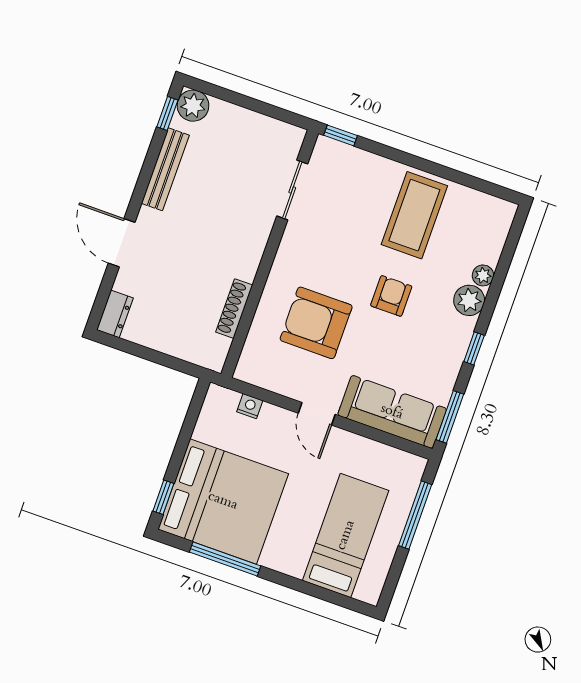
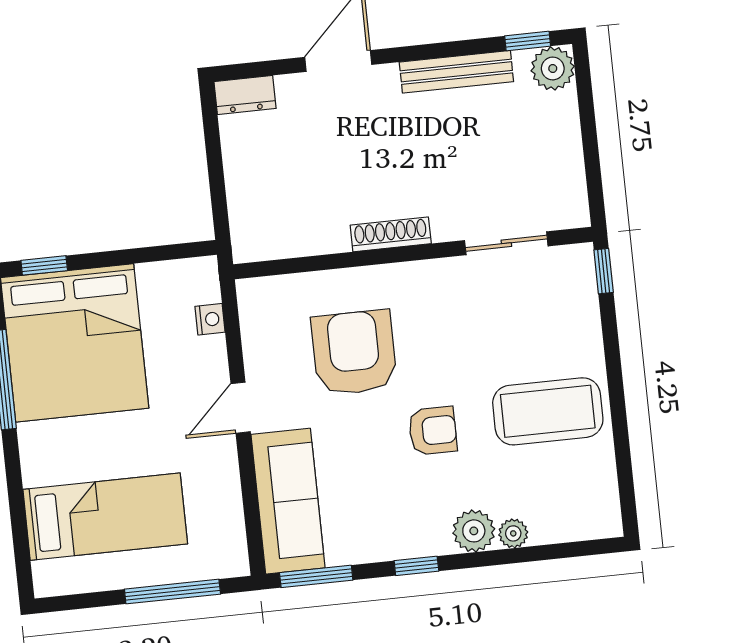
shoe rack: (234, 309) -> (391, 234), moved

